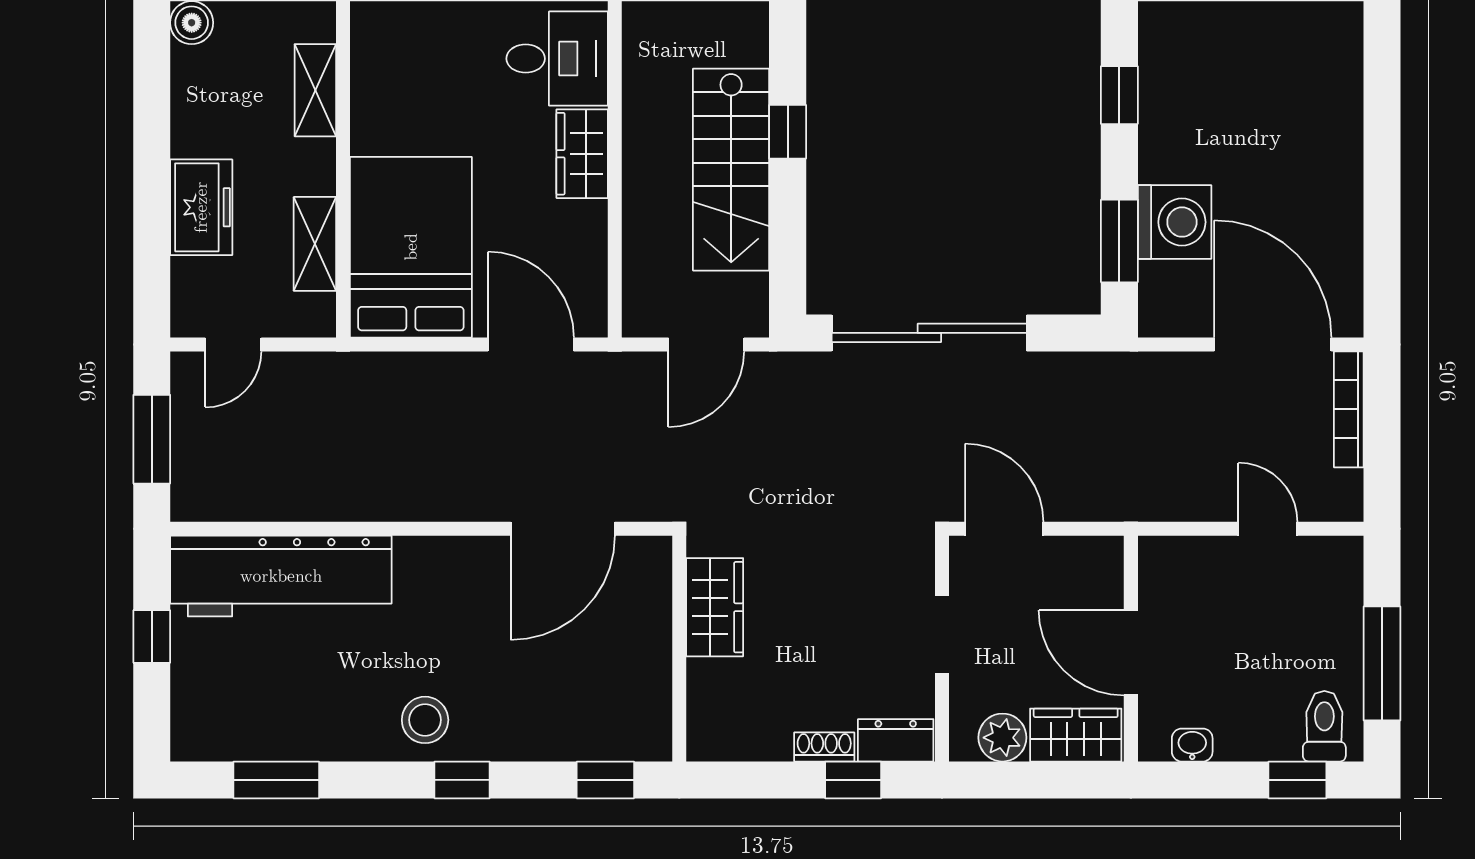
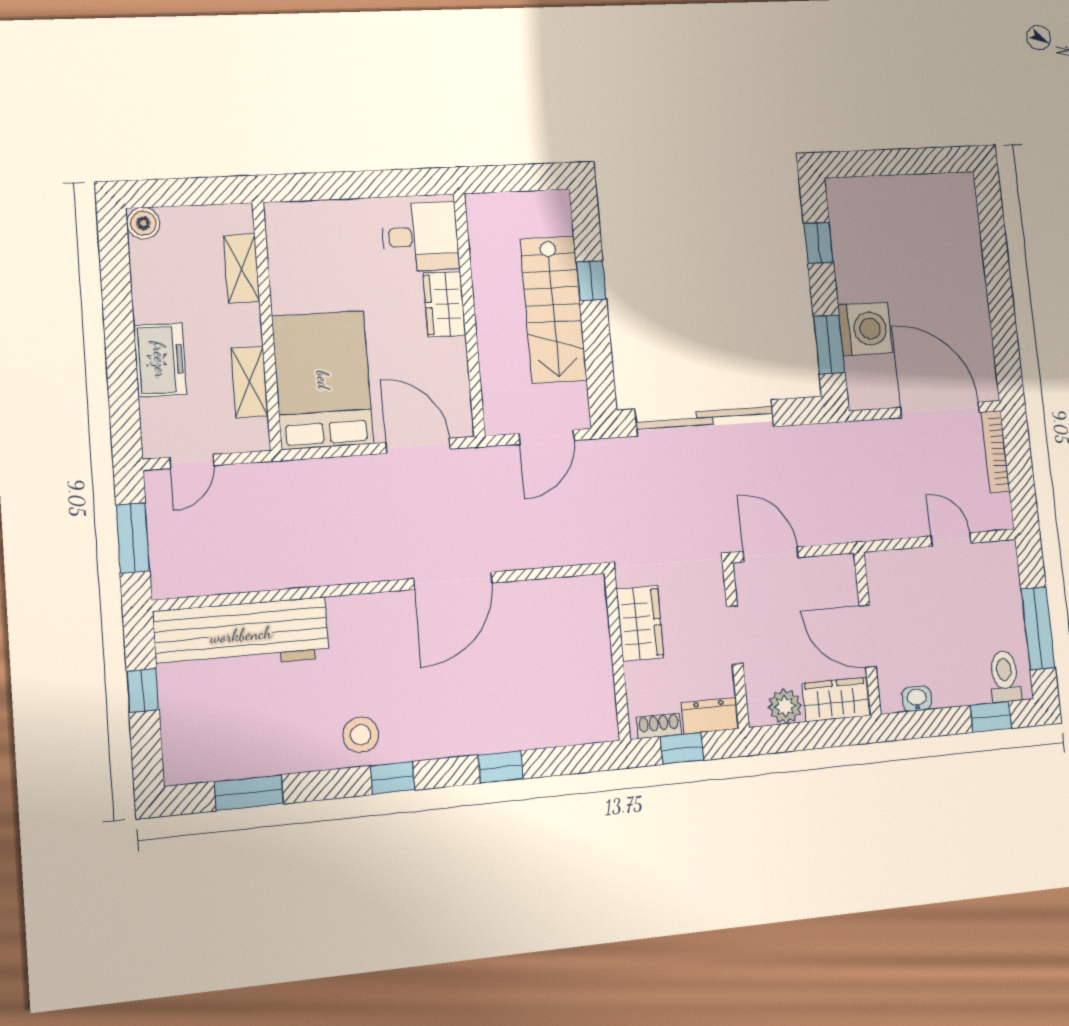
wardrobe: (715, 607) -> (640, 623), moved
wall: (679, 649) -> (617, 656), moved

